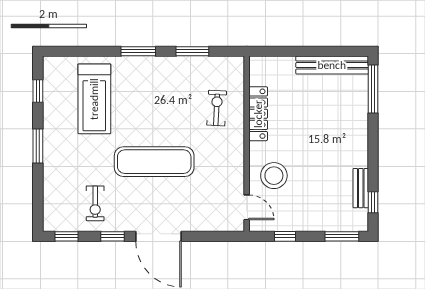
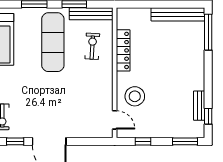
bench: (215, 64) -> (91, 14), added
exercise mat: (154, 162) -> (53, 42), moved, turned 90

